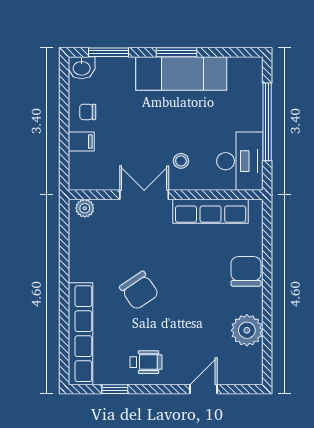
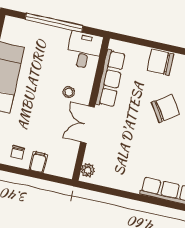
desk: (240, 161) -> (84, 50), width x0.73
chair: (139, 291) -> (165, 108), moved

